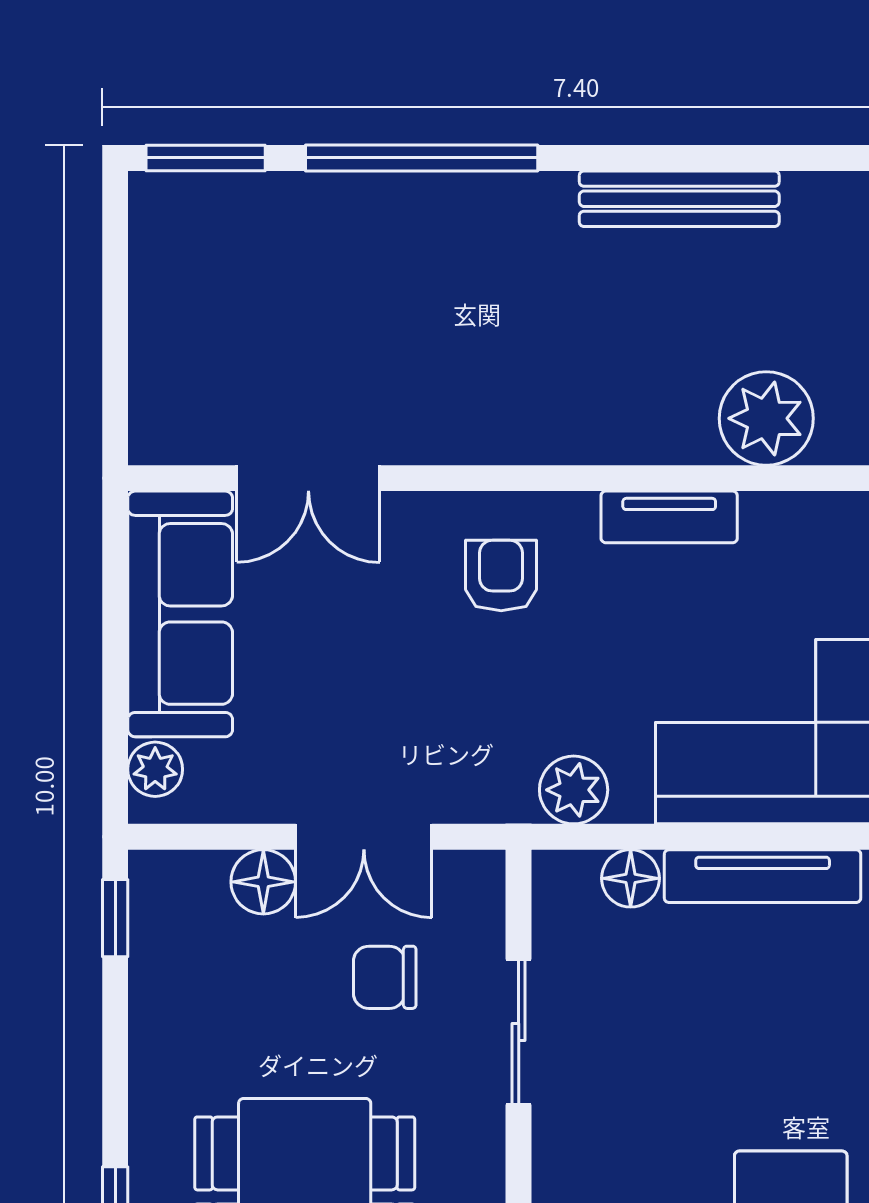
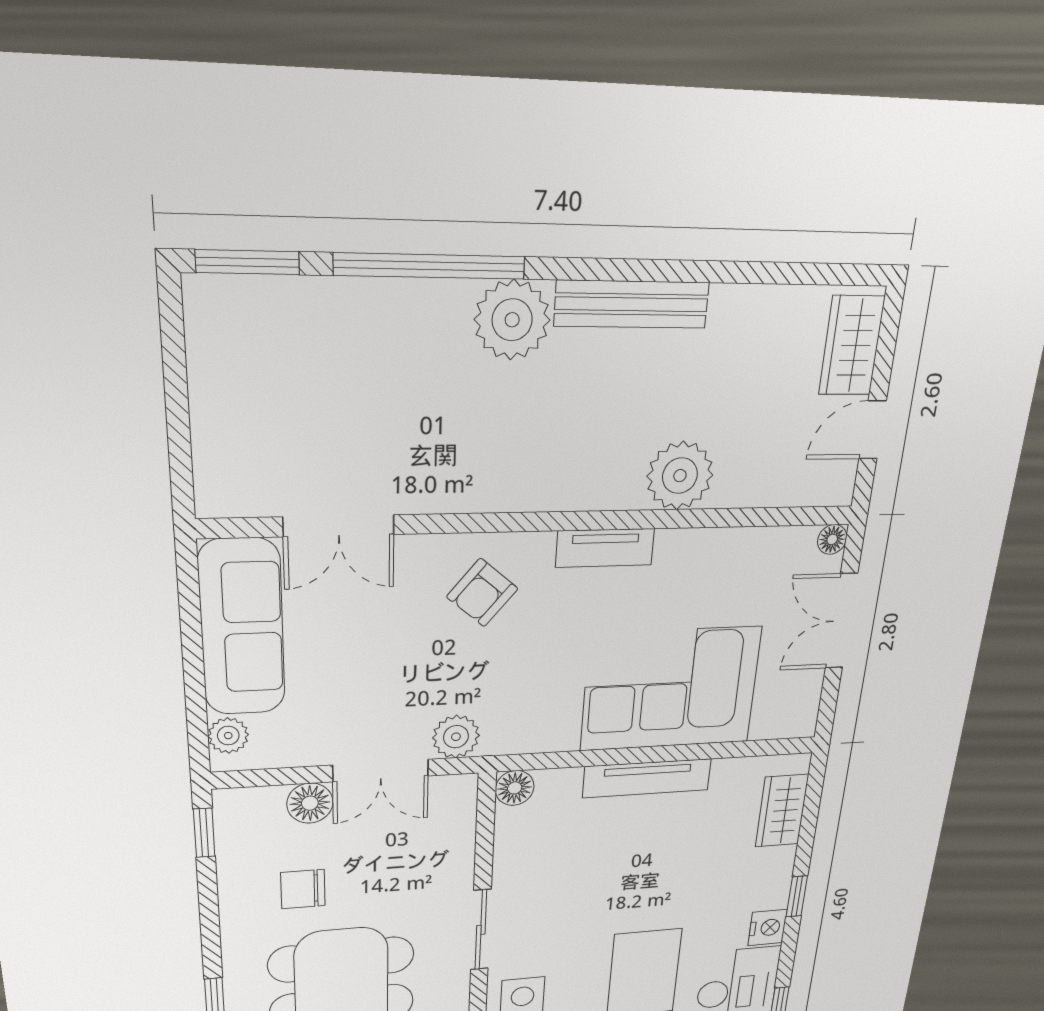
plant: (526, 219) -> (512, 320), added
armchair: (501, 576) -> (482, 593), turned -140
plant: (574, 790) -> (456, 737), moved
floor lamp: (631, 878) -> (515, 788), moved
chair: (385, 977) -> (303, 889), moved
sliding door: (519, 1032) -> (481, 930), moved

